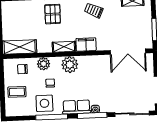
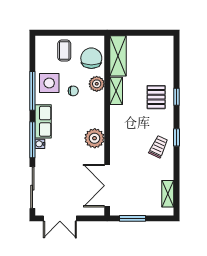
pallet: (53, 14) -> (156, 97), turned 90
filing cabinet: (86, 45) -> (118, 136), removed
shelving: (64, 47) -> (116, 91), moved
plant: (70, 65) -> (95, 138), moved
chair: (22, 69) -> (91, 58), width x1.87, depth x1.87

